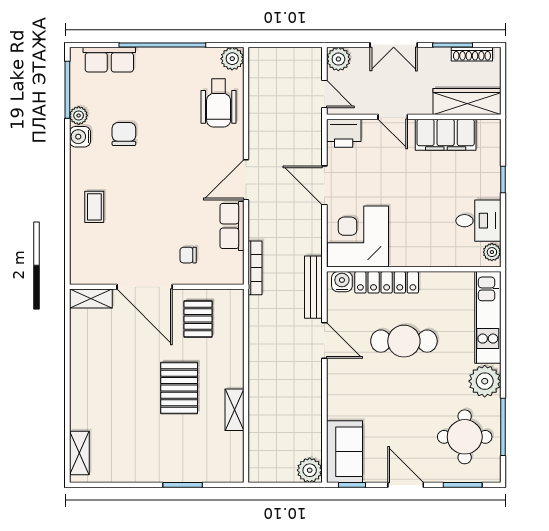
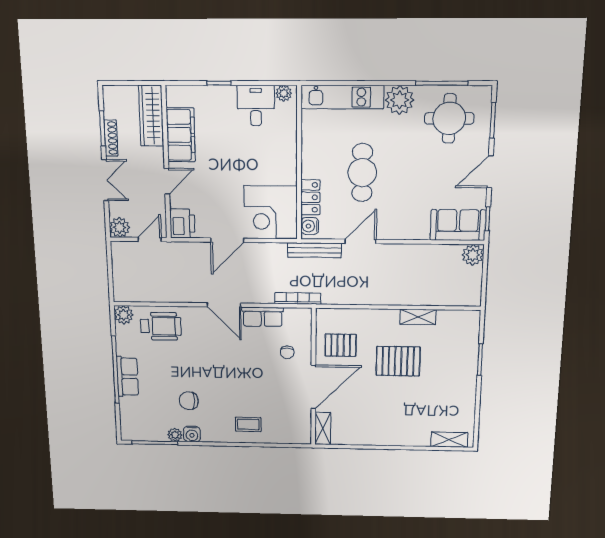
shoe rack: (472, 54) -> (111, 138), moved
row of seats: (109, 60) -> (128, 377), moved
locker: (387, 282) -> (310, 197), width x0.66

